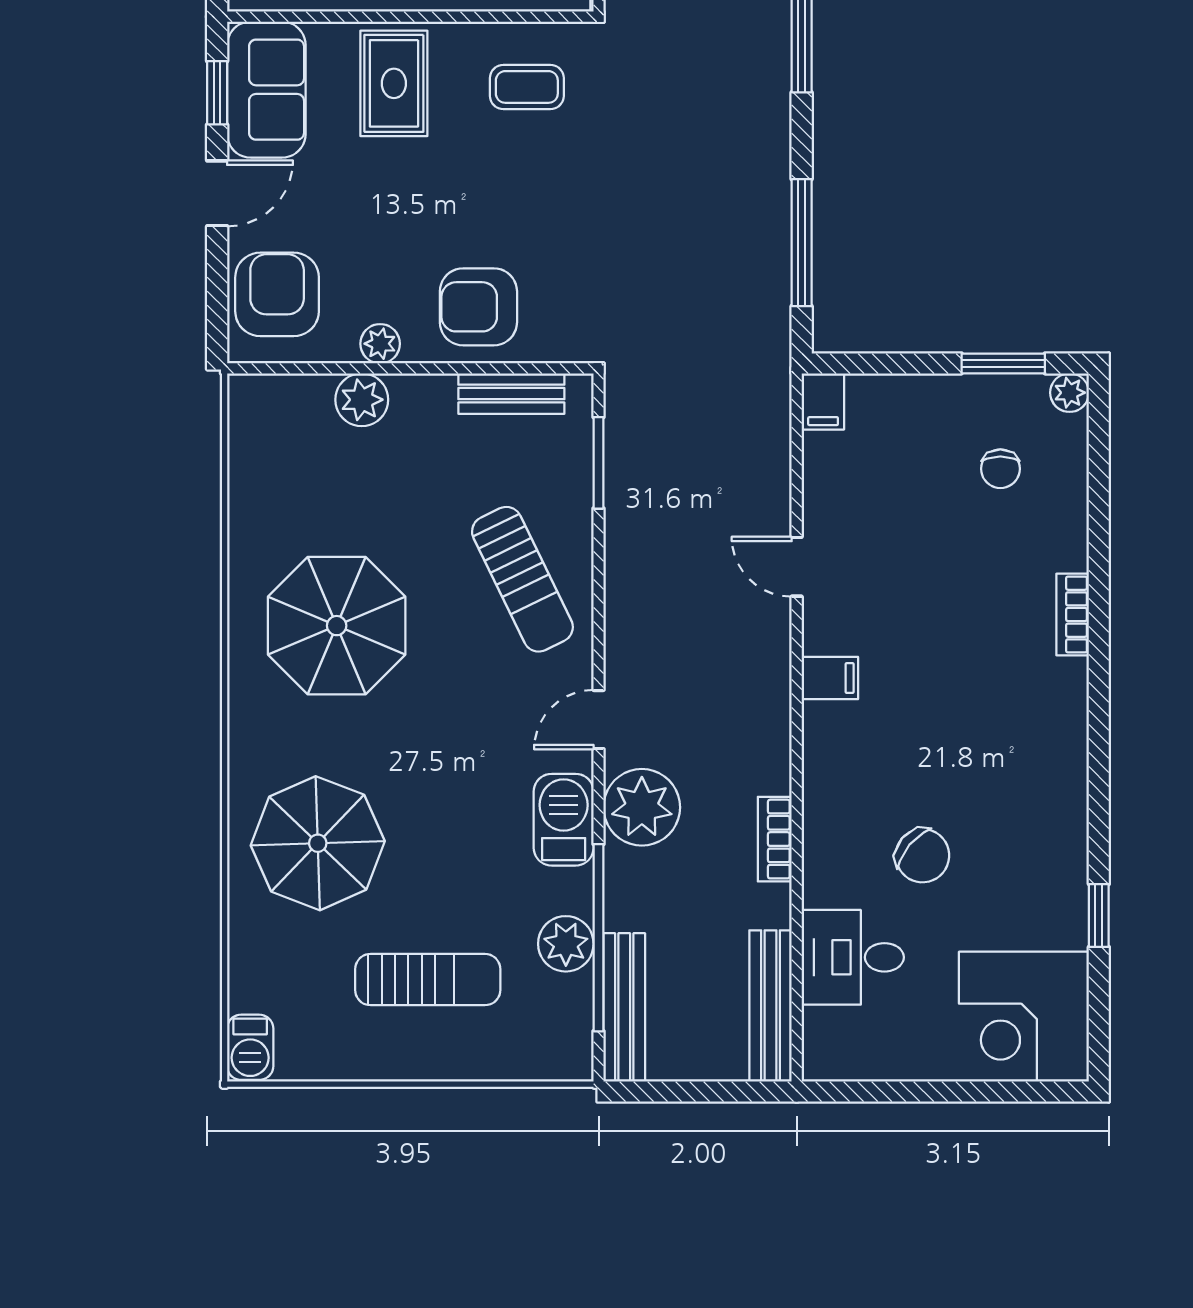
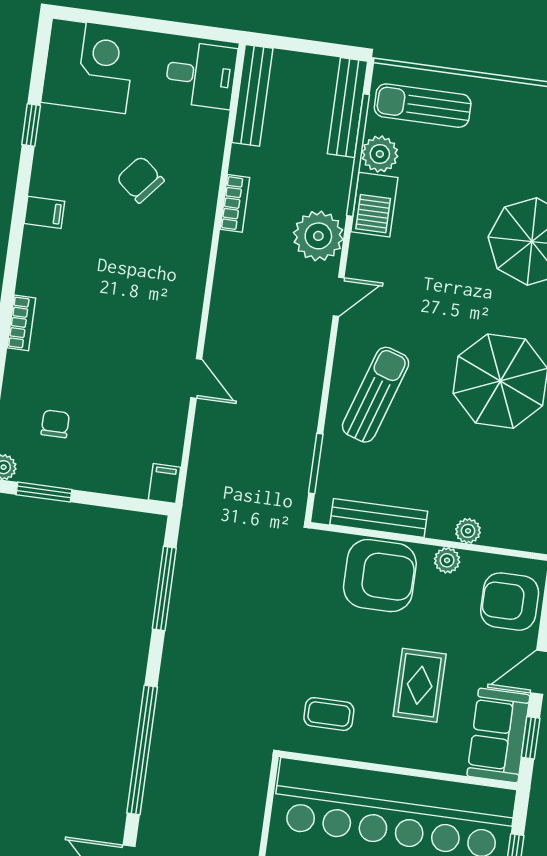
rug: (394, 83) -> (420, 685), moved
armchair: (277, 294) -> (510, 602), turned 90
armchair: (478, 307) -> (380, 576), width x1.36, depth x1.36
bench: (511, 394) -> (379, 518), width x1.36
plant: (362, 400) -> (468, 531), width x0.73, depth x0.73
sun lounger: (522, 579) -> (376, 395), turned 44
filing cabinet: (830, 678) -> (44, 212), moved, turned 180
barbecue: (564, 820) -> (374, 205), moved
desk: (853, 957) -> (201, 75), moved
sun lounger: (428, 980) -> (423, 106), moved

